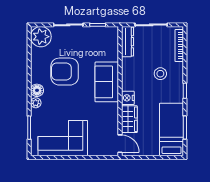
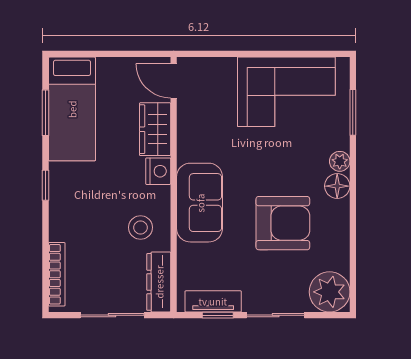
tv unit: (100, 32) -> (213, 301), added
stool: (160, 74) -> (140, 227), moved

